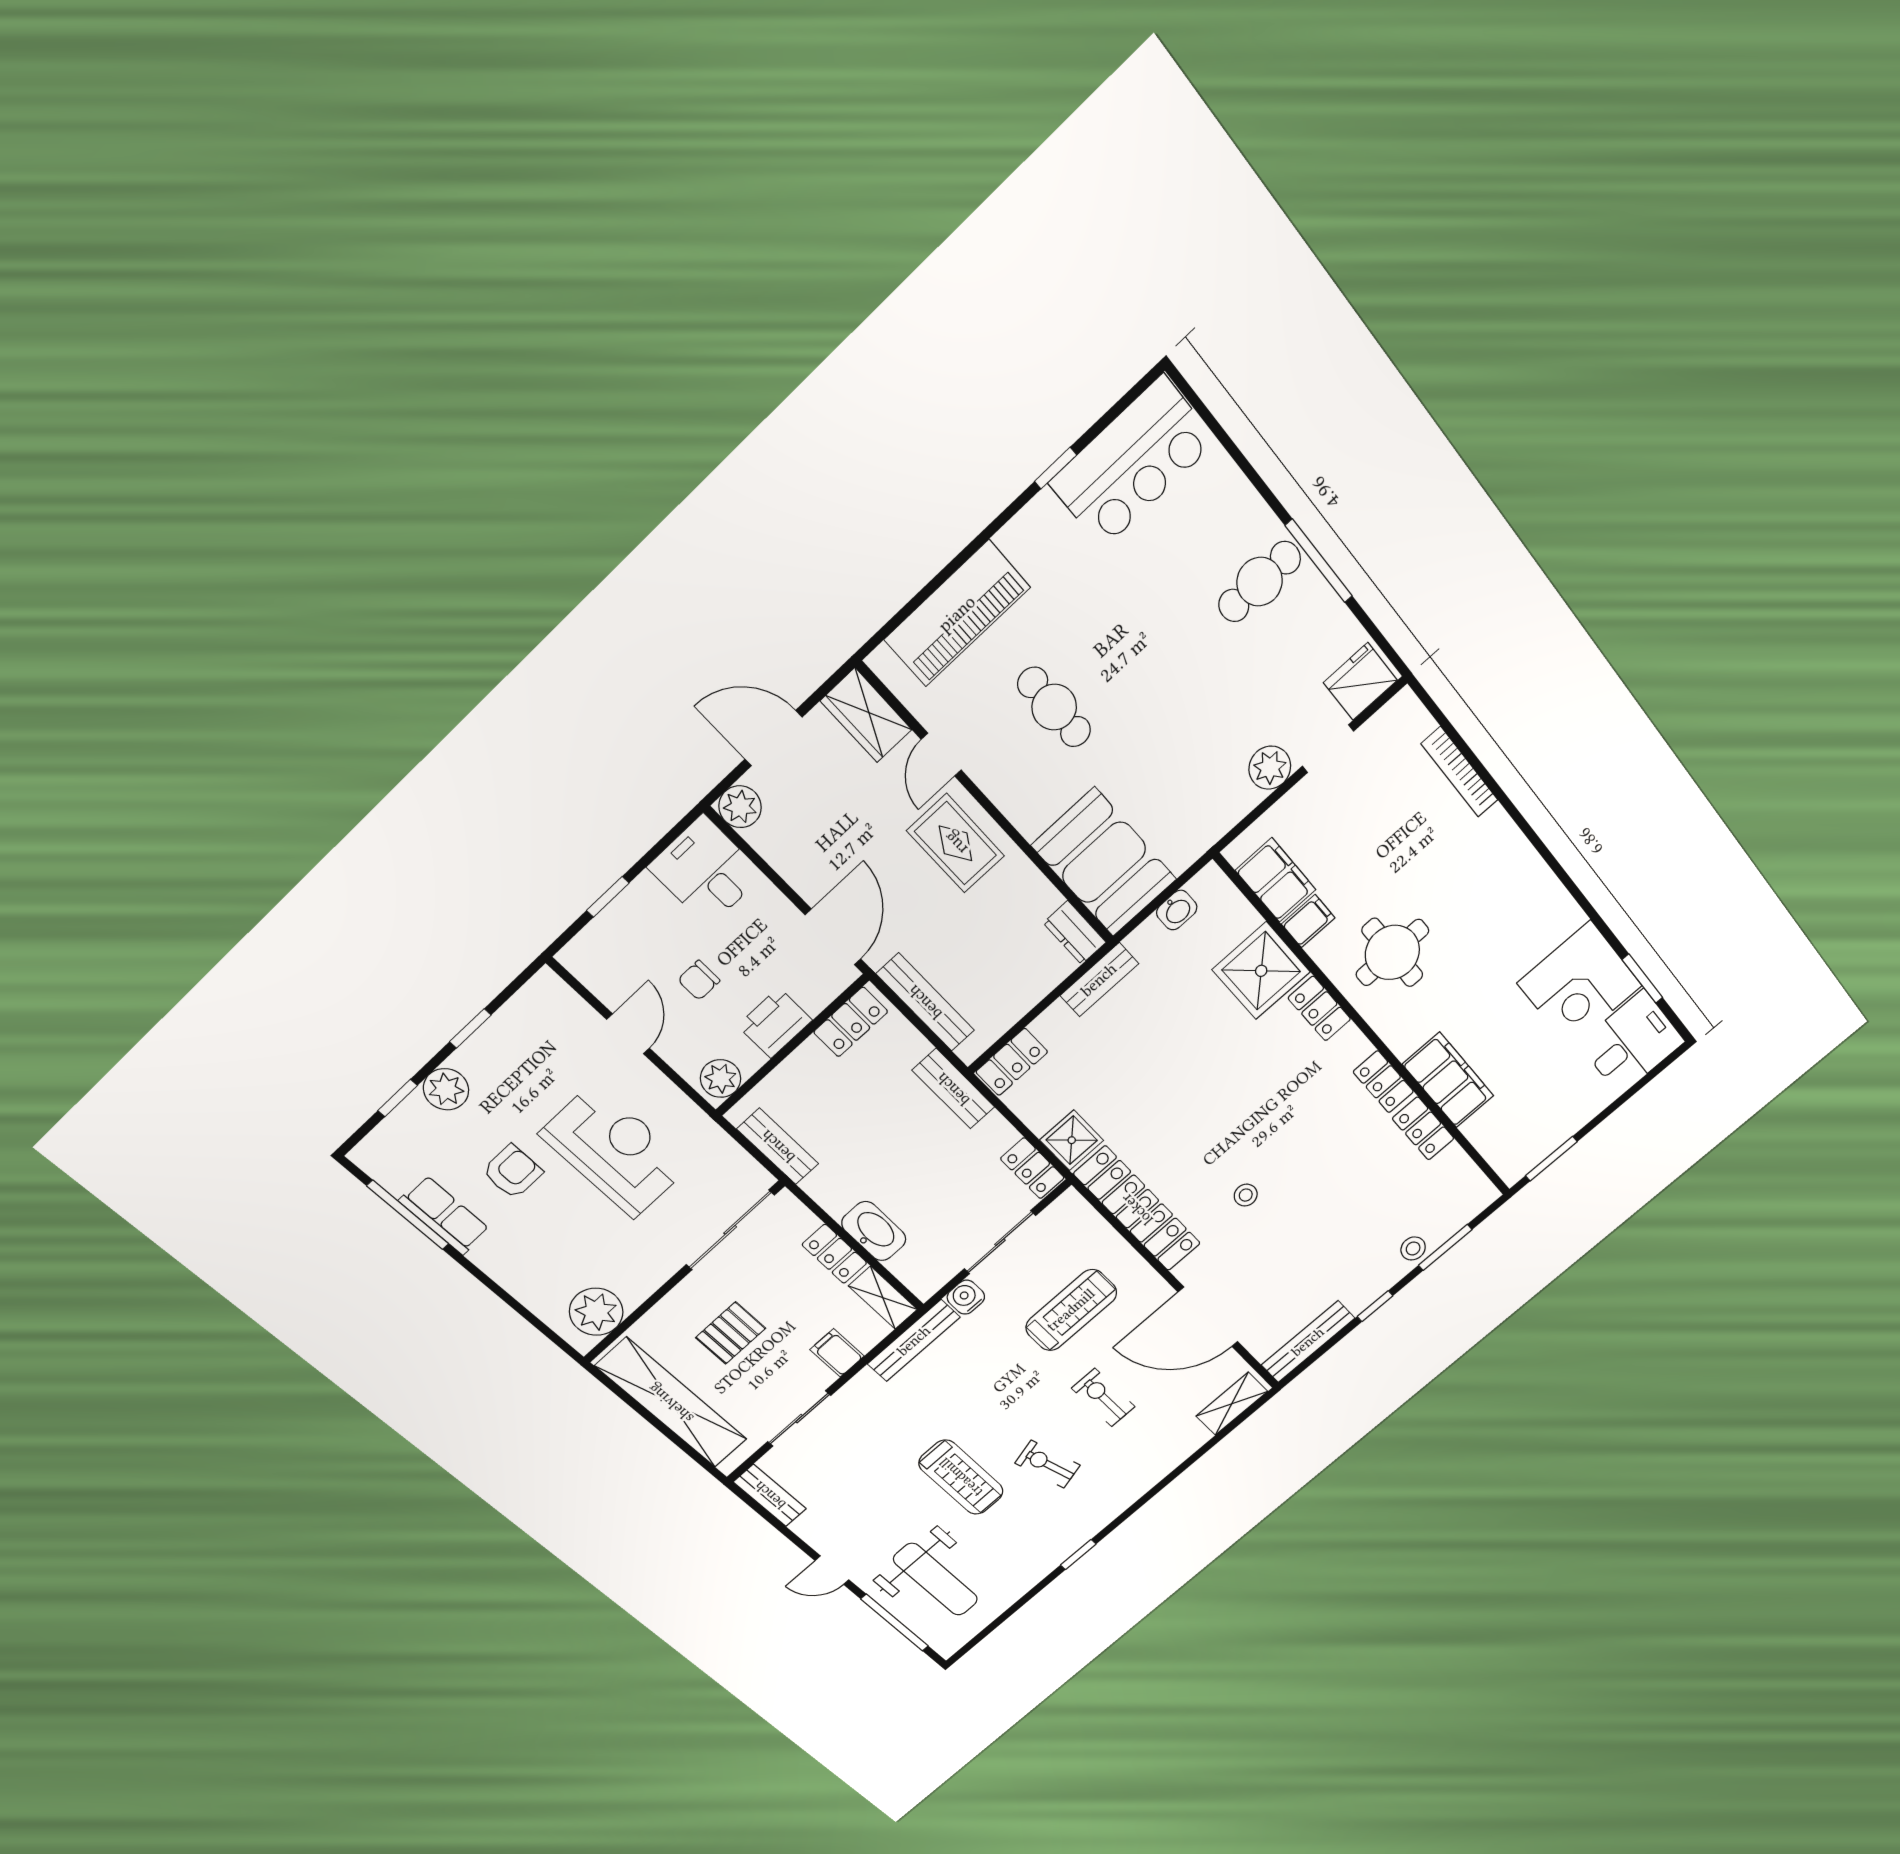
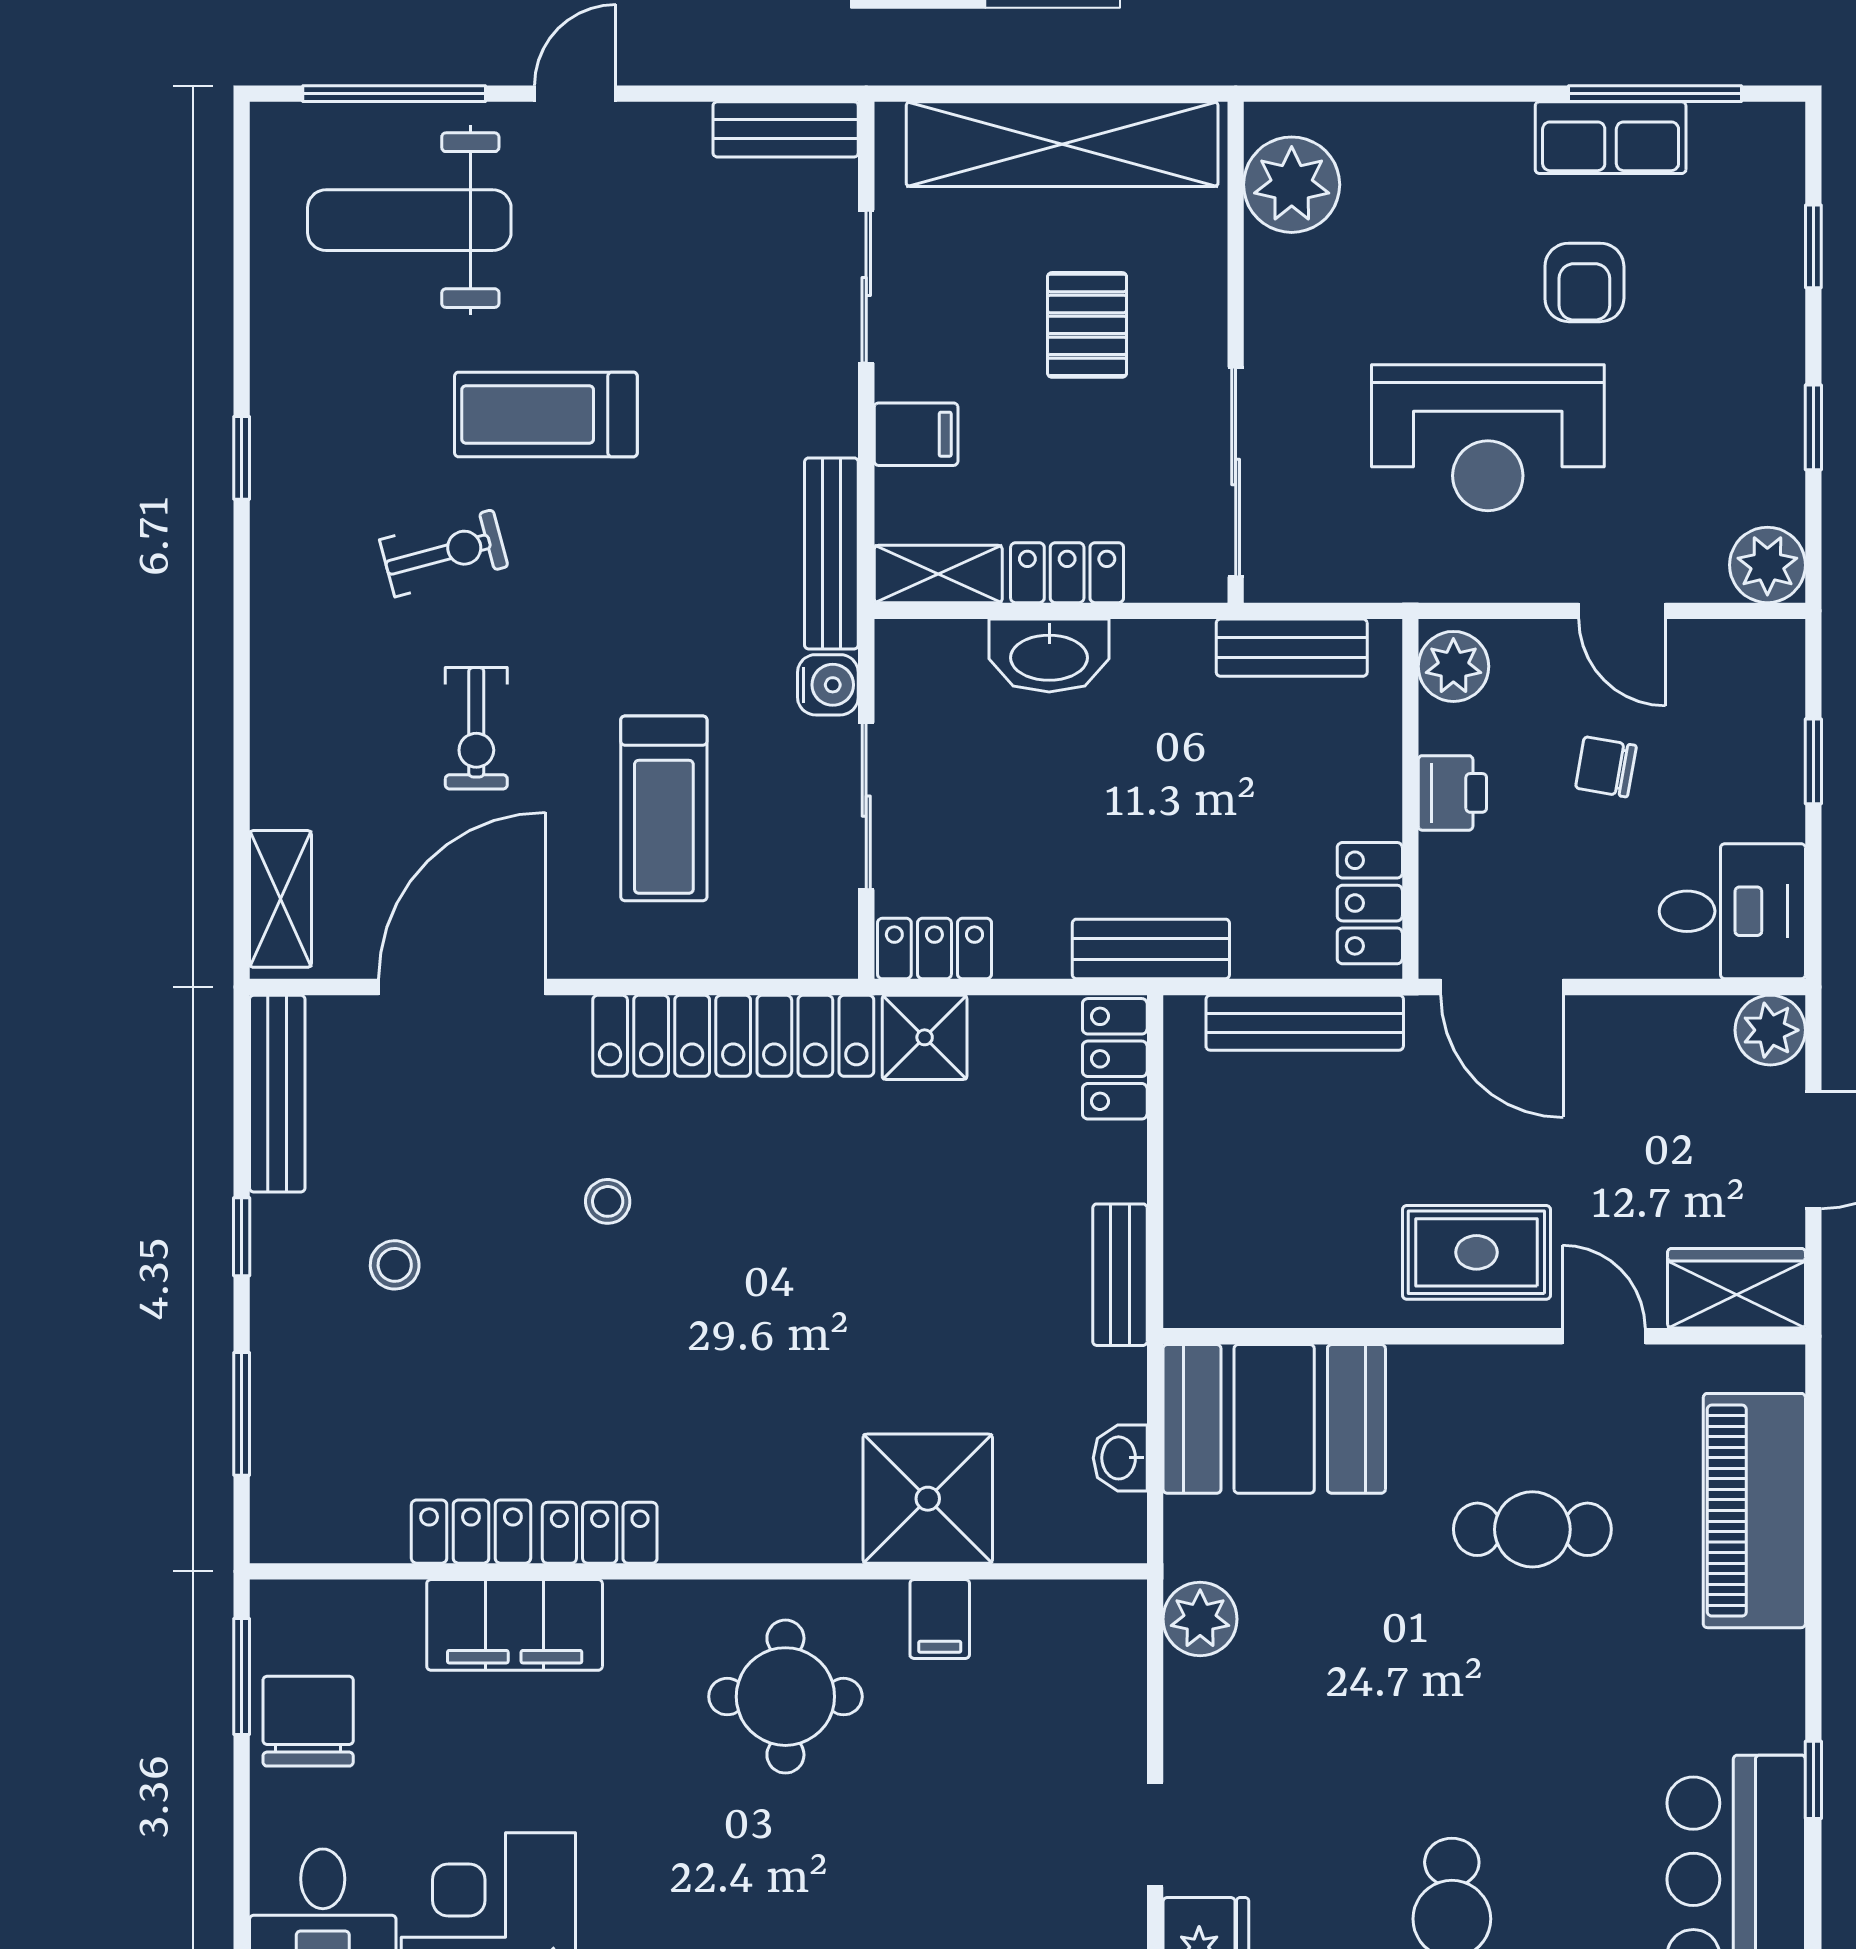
plant: (1270, 768) -> (1200, 1619), moved
filing cabinet: (1276, 880) -> (1039, 1622), removed
dresser: (1075, 933) -> (1215, 1299), removed
chair: (699, 980) -> (1606, 767), turned -80
locker: (1319, 1009) -> (797, 1533), removed
printer: (775, 1023) -> (1452, 793), width x0.73, depth x0.81
plant: (446, 1089) -> (1767, 565), moved
chair: (1550, 1120) -> (308, 1721), added
stool: (1413, 1248) -> (395, 1265), moved
exercise bike: (1103, 1397) -> (476, 728), turned 90

